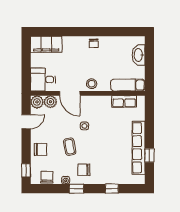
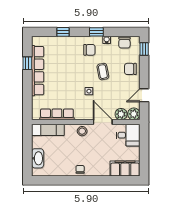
row of seats: (124, 101) -> (57, 114), width x1.48

